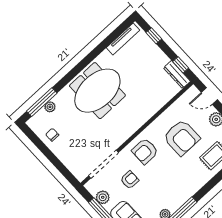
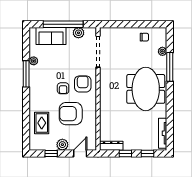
window: (181, 65) -> (125, 153), moved
window: (42, 102) -> (170, 67), moved
armchair: (130, 180) -> (63, 88), moved

